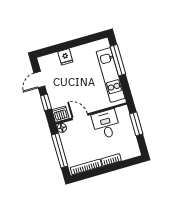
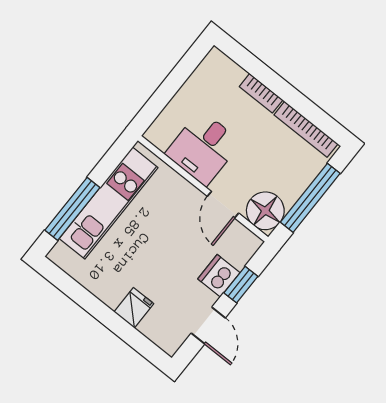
door: (39, 80) -> (208, 326), hinge flipped
dishwasher: (60, 114) -> (219, 276), moved, turned 90
window: (136, 124) -> (164, 94), removed
floor lamp: (62, 128) -> (265, 211), width x1.89, depth x1.89

